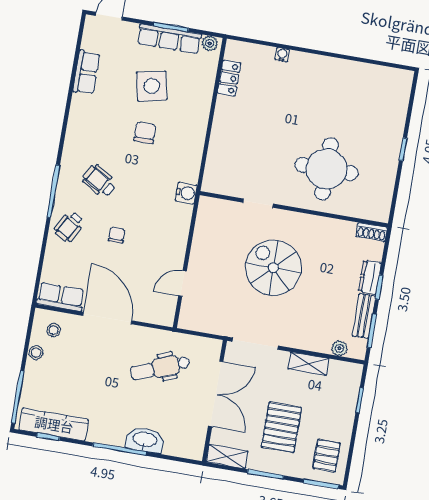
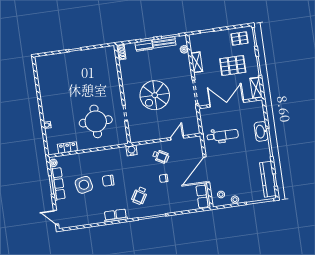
row of seats: (86, 72) -> (116, 216), moved
round table: (326, 169) -> (96, 121), moved
wheelchair: (69, 227) -> (161, 156), moved
door: (182, 283) -> (177, 138), swing flipped
dental chair: (160, 368) -> (223, 135), turned -68

